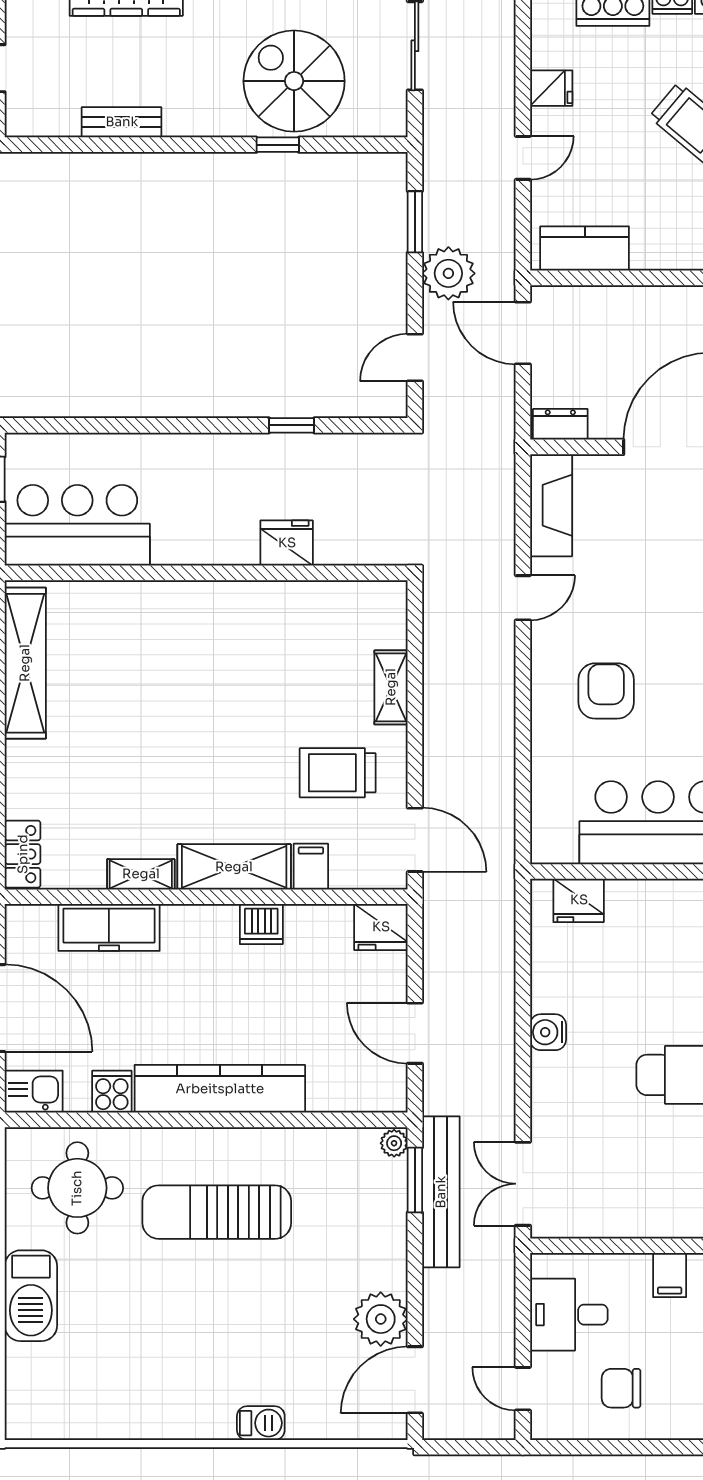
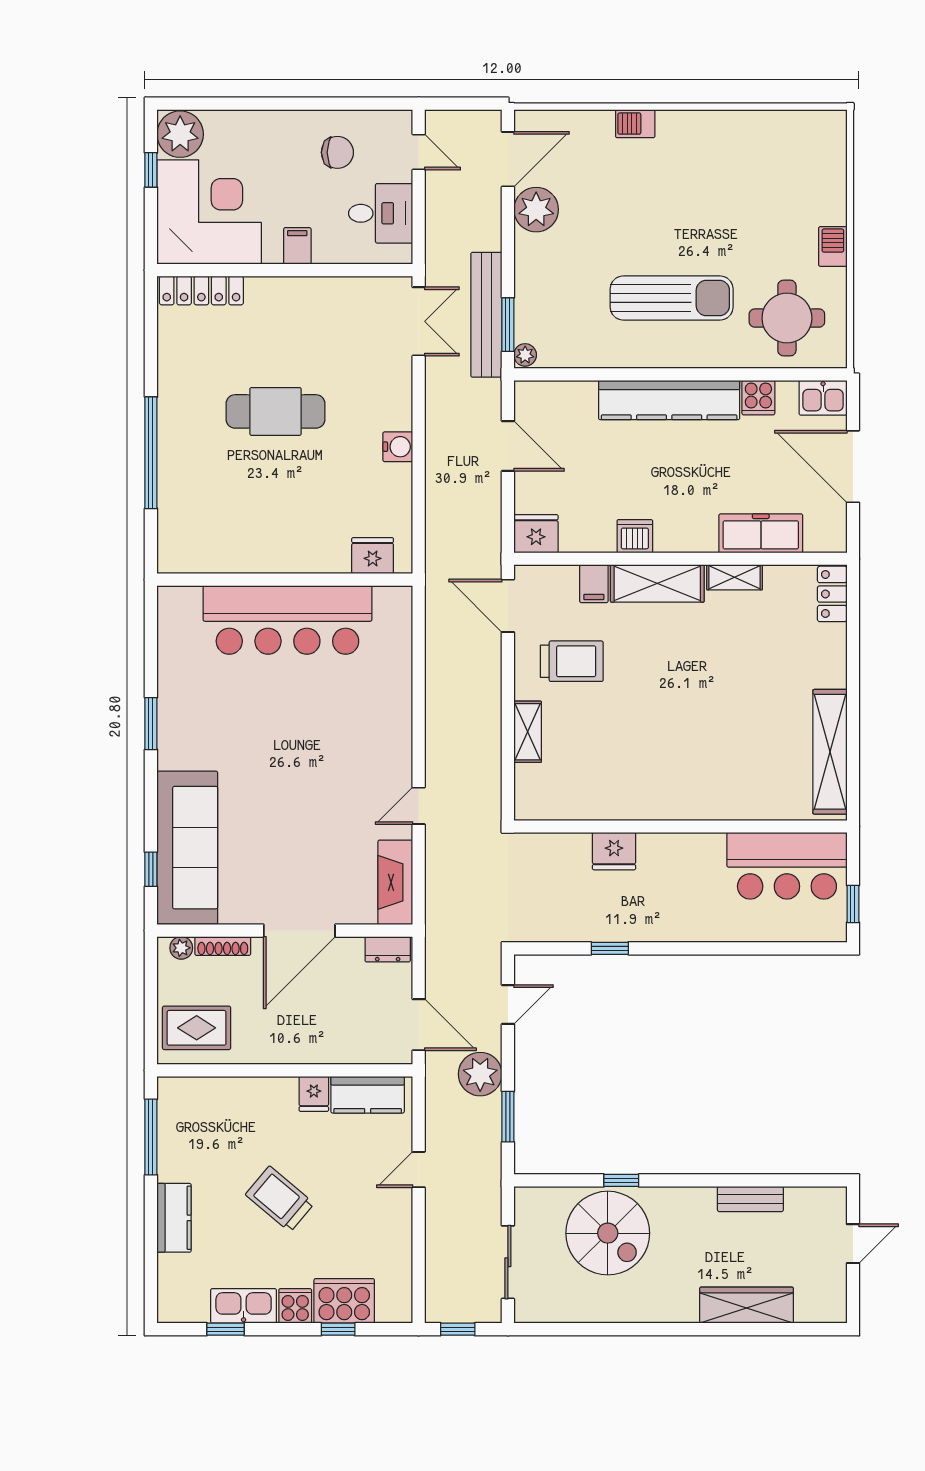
fridge: (551, 88) -> (314, 1094), moved, turned -90
armchair: (606, 691) -> (350, 729), removed
barbecue: (31, 1296) -> (833, 246), width x0.53, depth x0.65

